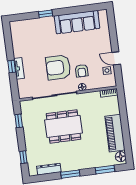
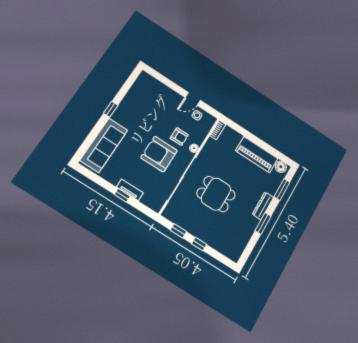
window: (46, 14) -> (111, 109), moved
sofa: (77, 22) -> (104, 145), moved
armchair: (58, 67) -> (159, 154), turned 90
dining table: (63, 126) -> (216, 194), width x0.73
window: (23, 157) -> (199, 244), moved
dresser: (49, 169) -> (263, 206), moved

